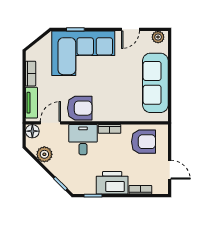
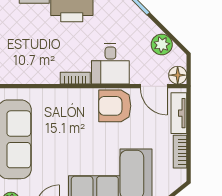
door: (50, 123) -> (154, 86), hinge flipped
armchair: (144, 142) -> (30, 61), removed

